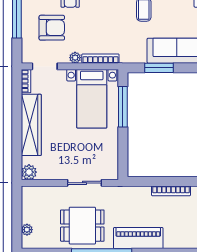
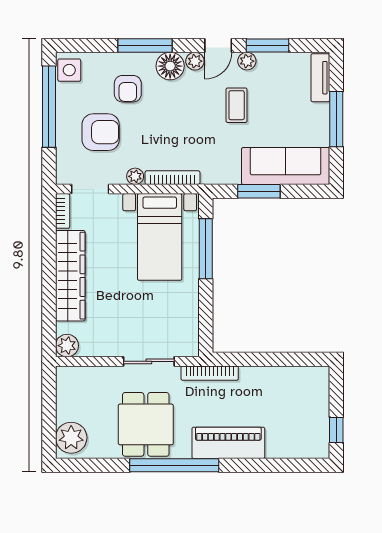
bookcase: (171, 191) -> (210, 373), moved
dining table: (82, 226) -> (146, 424), turned 90
plant: (27, 230) -> (71, 438), width x1.88, depth x1.88

